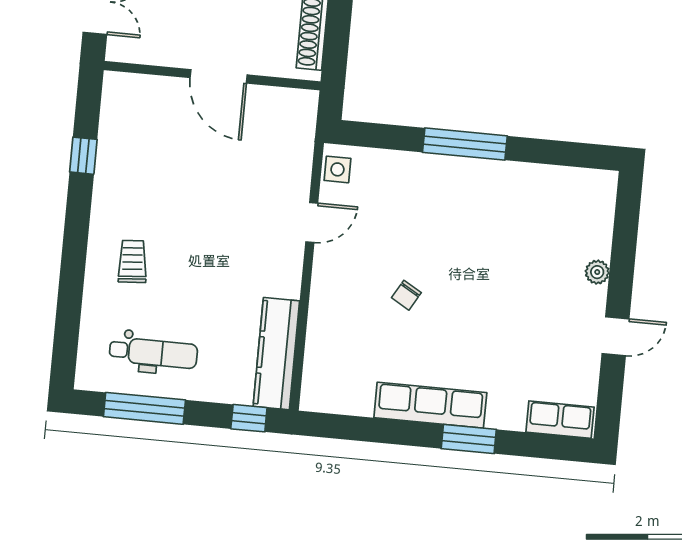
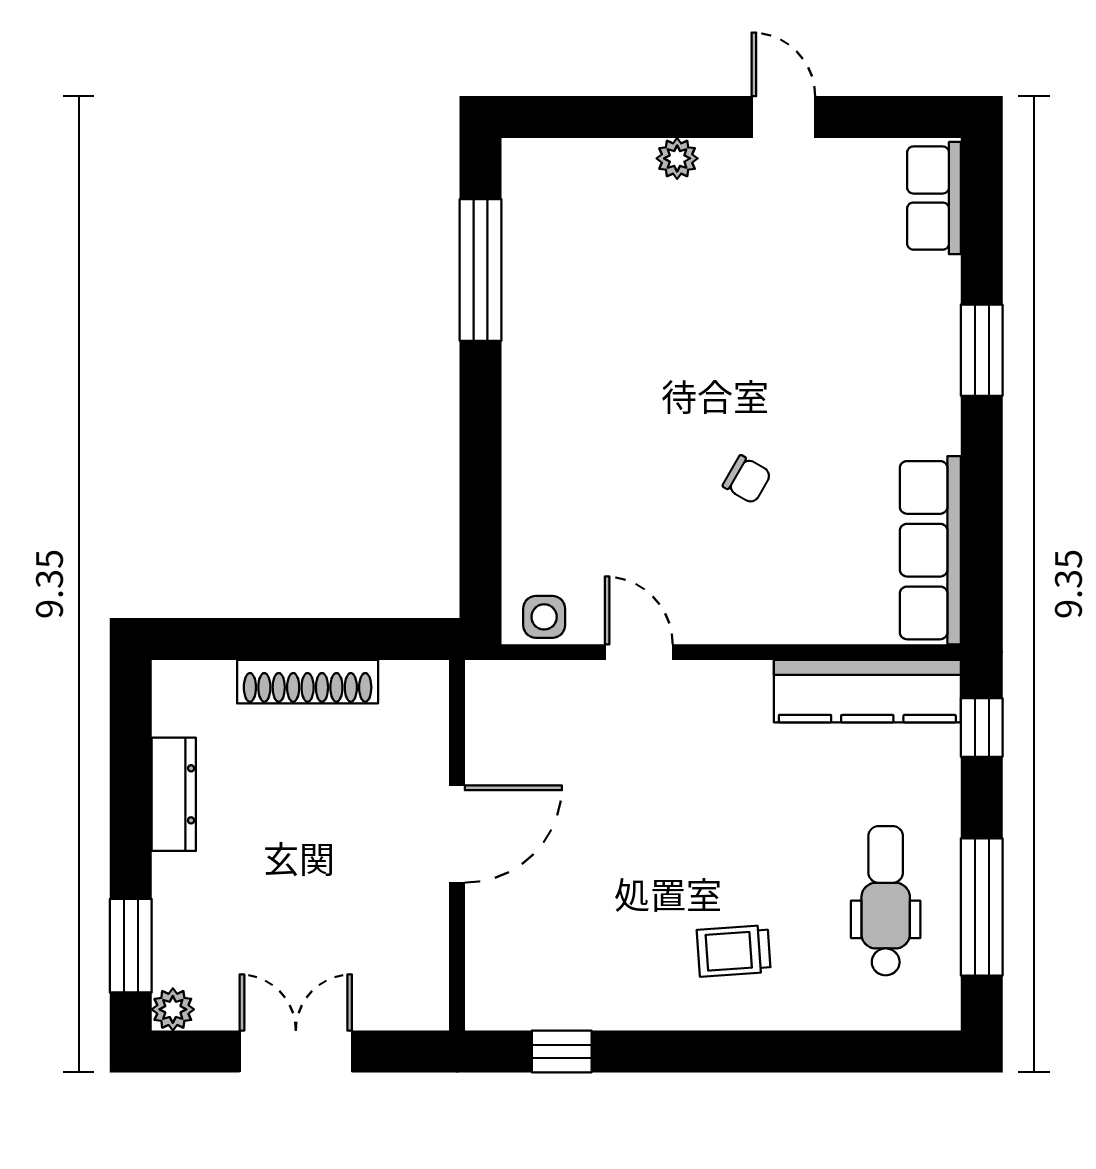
wall: (212, 76) -> (457, 845), moved
door: (219, 76) -> (457, 834), moved
window: (465, 144) -> (481, 270), moved
row of seats: (430, 405) -> (930, 550), moved

